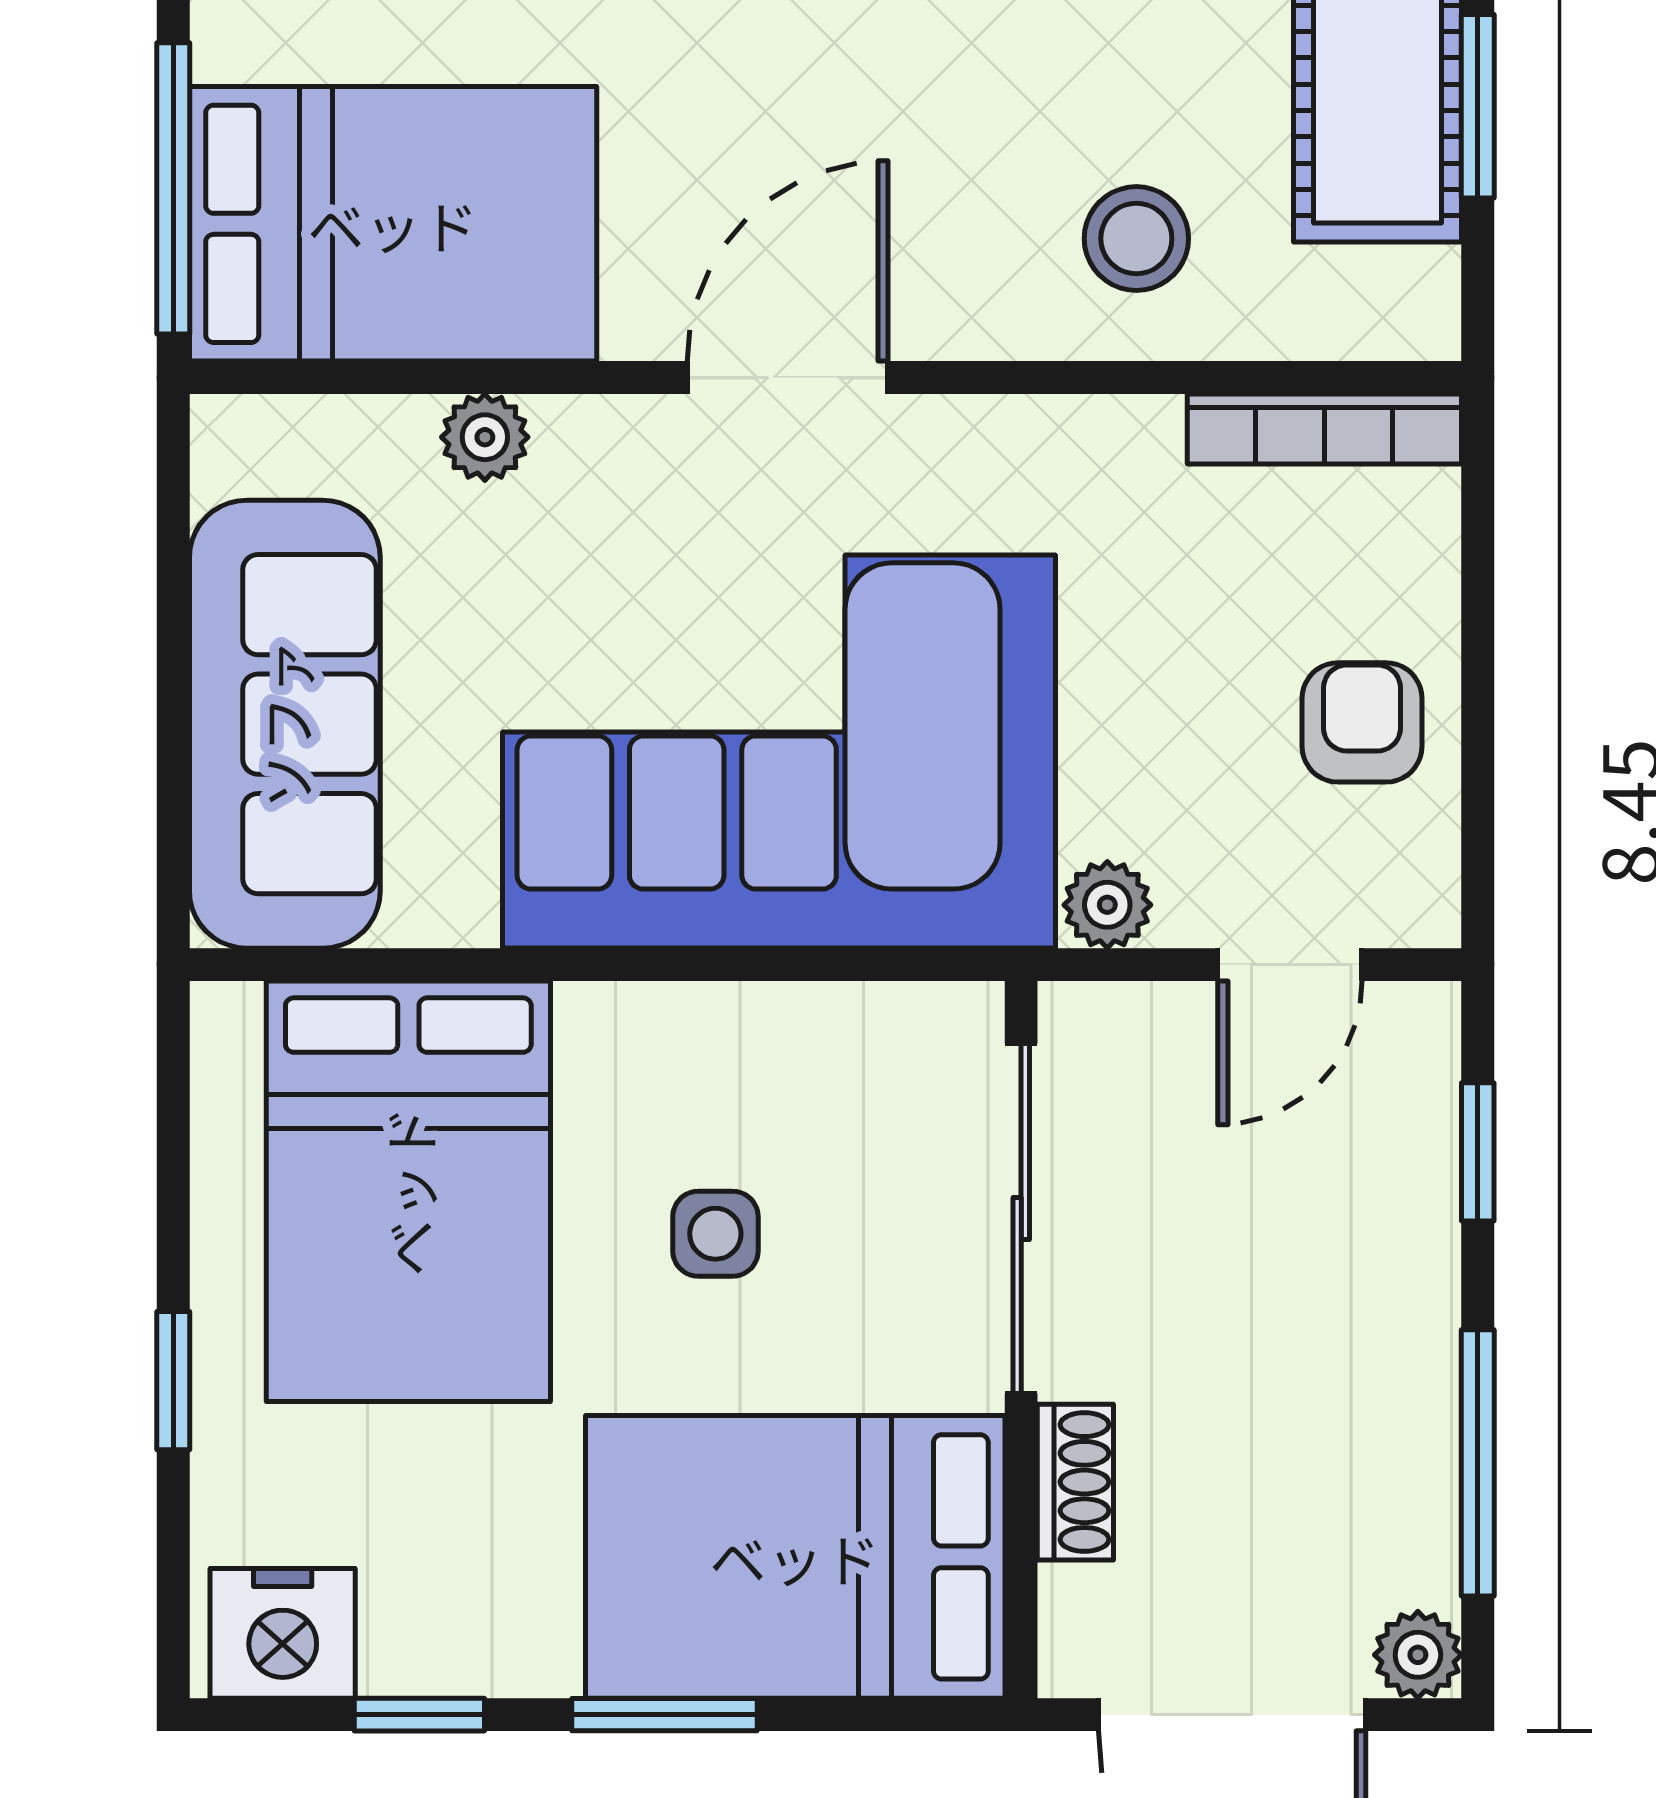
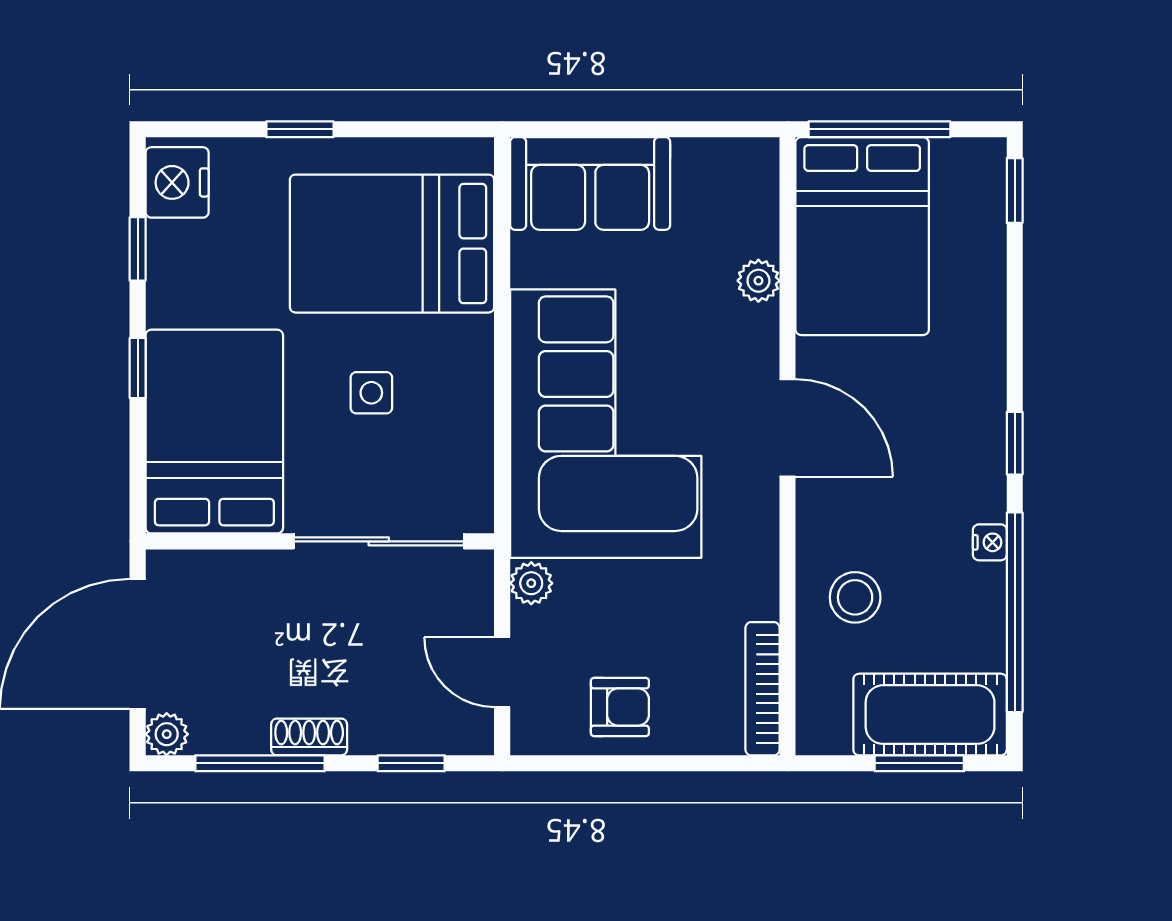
sofa: (285, 724) -> (590, 183), width x0.73
shoe rack: (1075, 1482) -> (309, 737), moved, turned 180
window: (664, 1715) -> (138, 368), width x0.67

